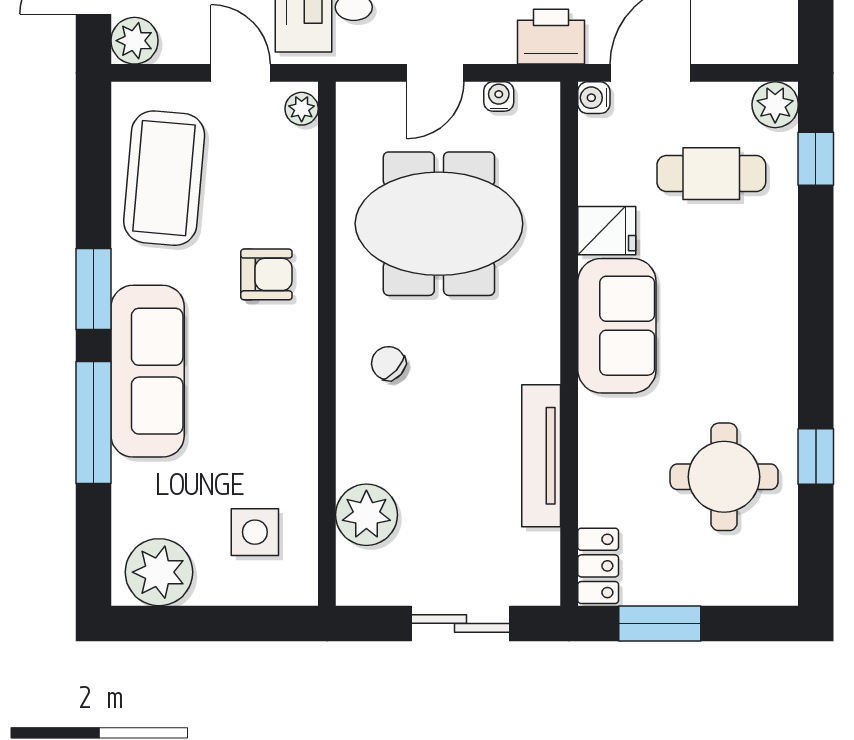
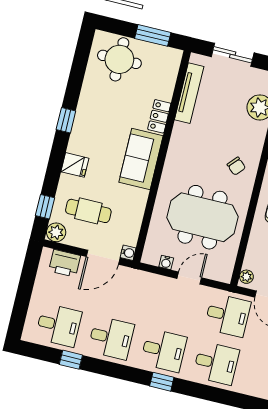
printer: (551, 37) -> (65, 263), moved
fridge: (607, 231) -> (75, 165), moved, turned 180
tv unit: (541, 456) -> (189, 93), moved
window: (816, 457) -> (66, 120), moved
round table: (724, 477) -> (119, 59), moved
locker: (598, 566) -> (159, 116), moved

